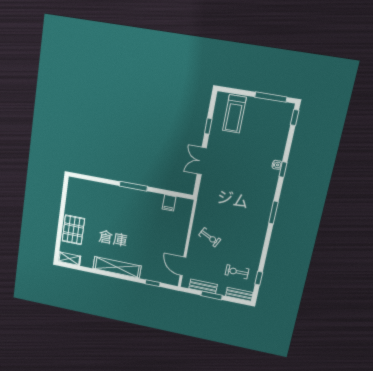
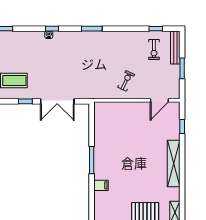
double door: (202, 161) -> (57, 101), width x1.37
filing cabinet: (169, 203) -> (101, 185), moved
bench: (203, 286) -> (175, 78), removed
bench: (239, 294) -> (175, 47), width x1.36

